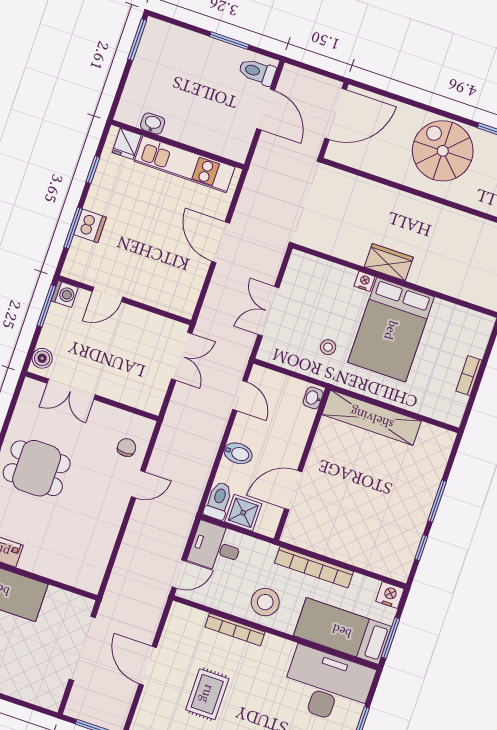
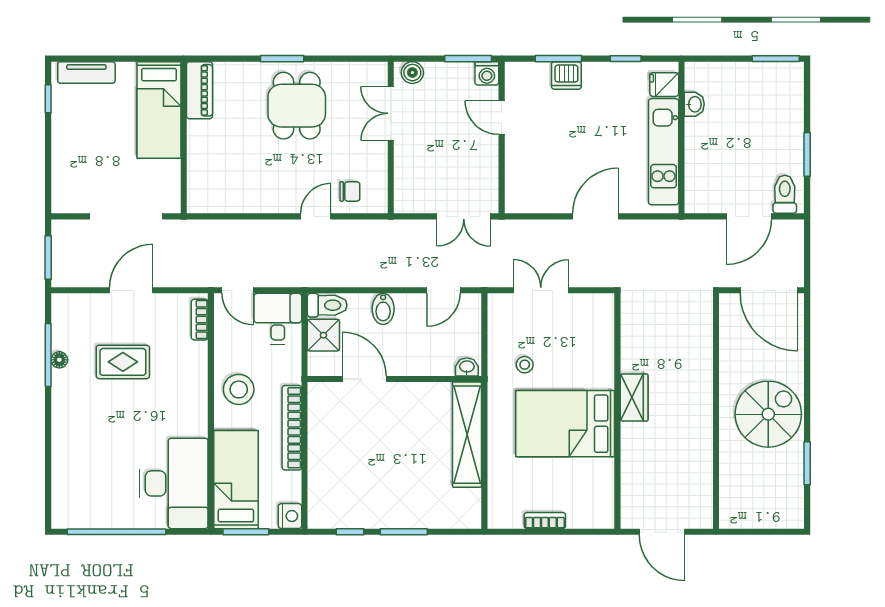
nightstand: (364, 281) -> (606, 379), removed
door: (138, 484) -> (316, 216), swing flipped
bookcase: (235, 629) -> (200, 320), moved, width x0.64

